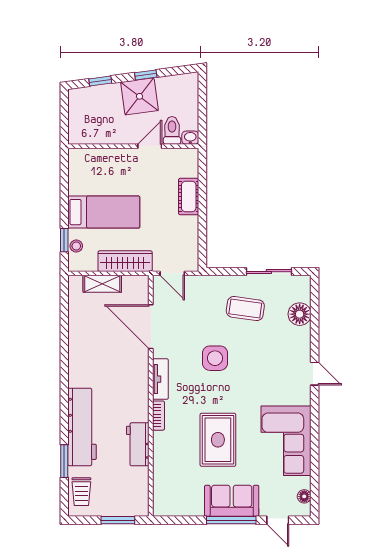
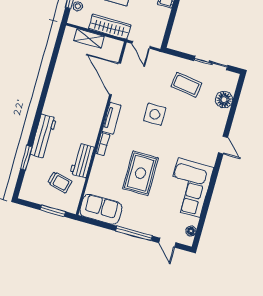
workbench: (82, 427) -> (43, 136), width x0.73, depth x0.76
trolley: (81, 492) -> (60, 182), moved, turned -76
sofa: (232, 501) -> (101, 209), moved

